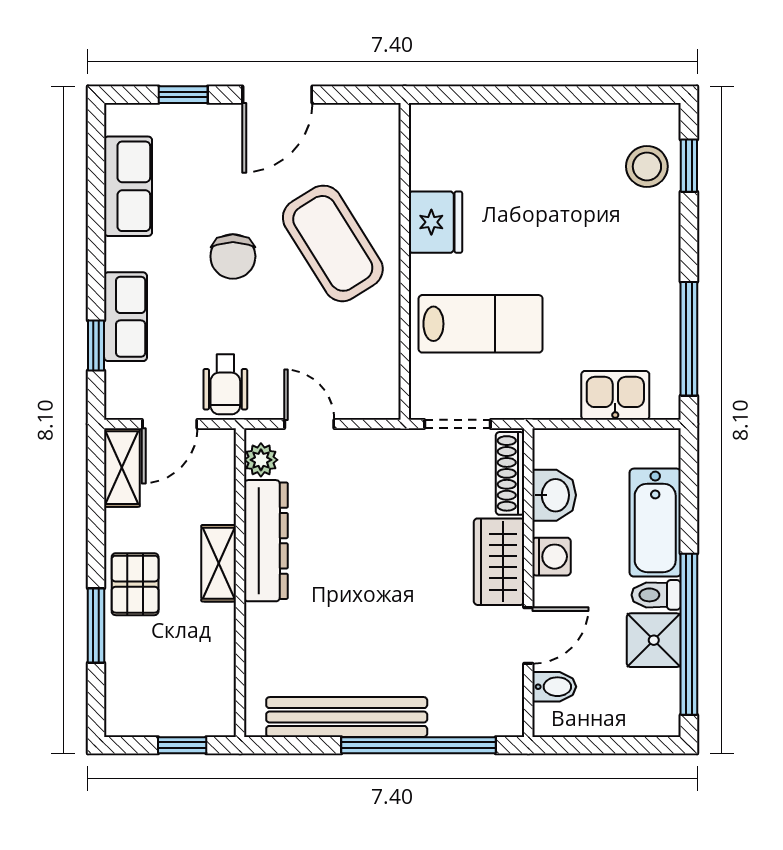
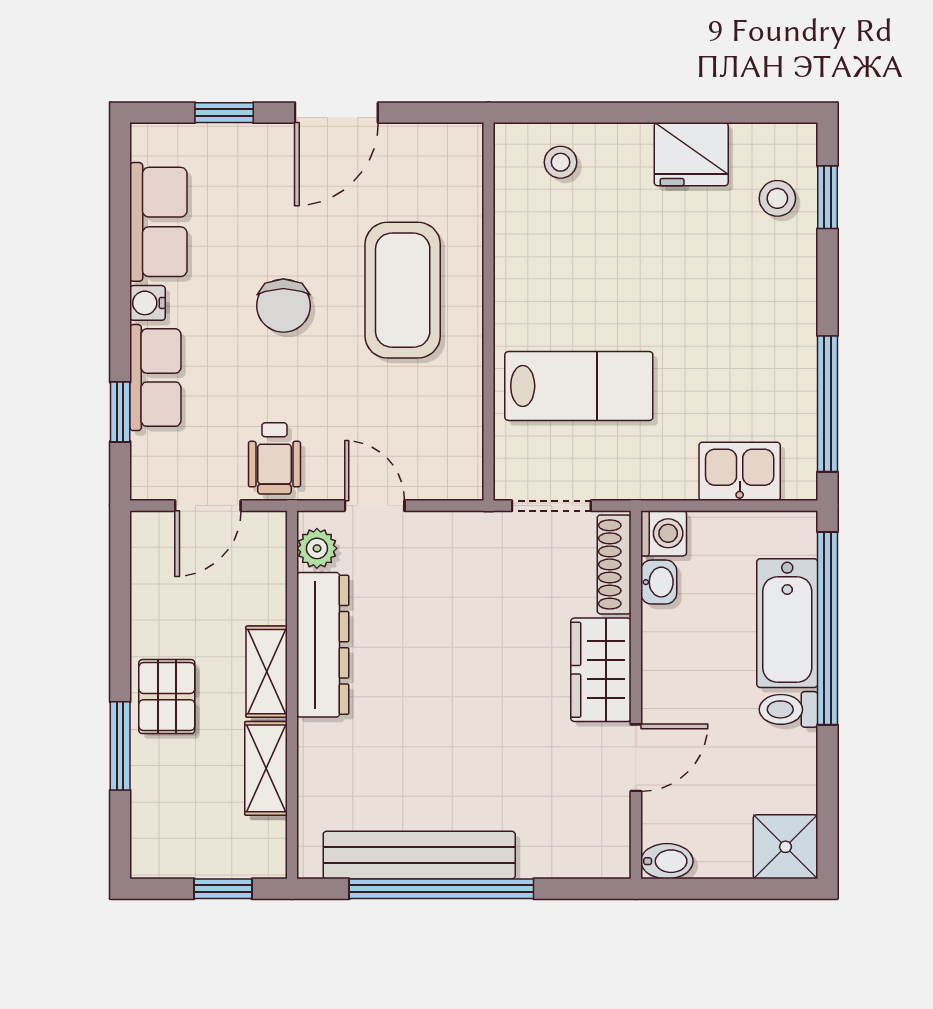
stool: (465, 136) -> (561, 162), added
stool: (647, 166) -> (777, 198), width x0.73, depth x0.73
fridge: (436, 222) -> (691, 154), moved, turned 90
coffee table: (333, 243) -> (403, 290), turned 32
water cooler: (119, 254) -> (148, 303), added
shelving: (122, 468) -> (266, 768), moved
washbasin: (554, 495) -> (659, 582), width x0.72, depth x0.69
washing machine: (552, 557) -> (664, 533), moved
window: (689, 634) -> (827, 628), moved
shower: (654, 640) -> (786, 847), moved
bidet: (554, 687) -> (667, 861), moved
window: (418, 745) -> (441, 889), moved

